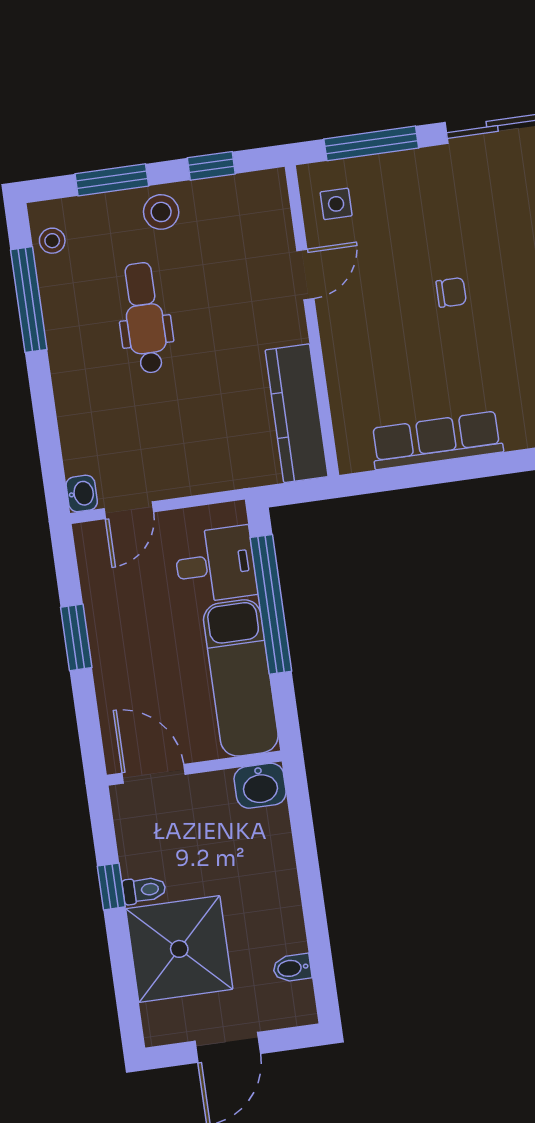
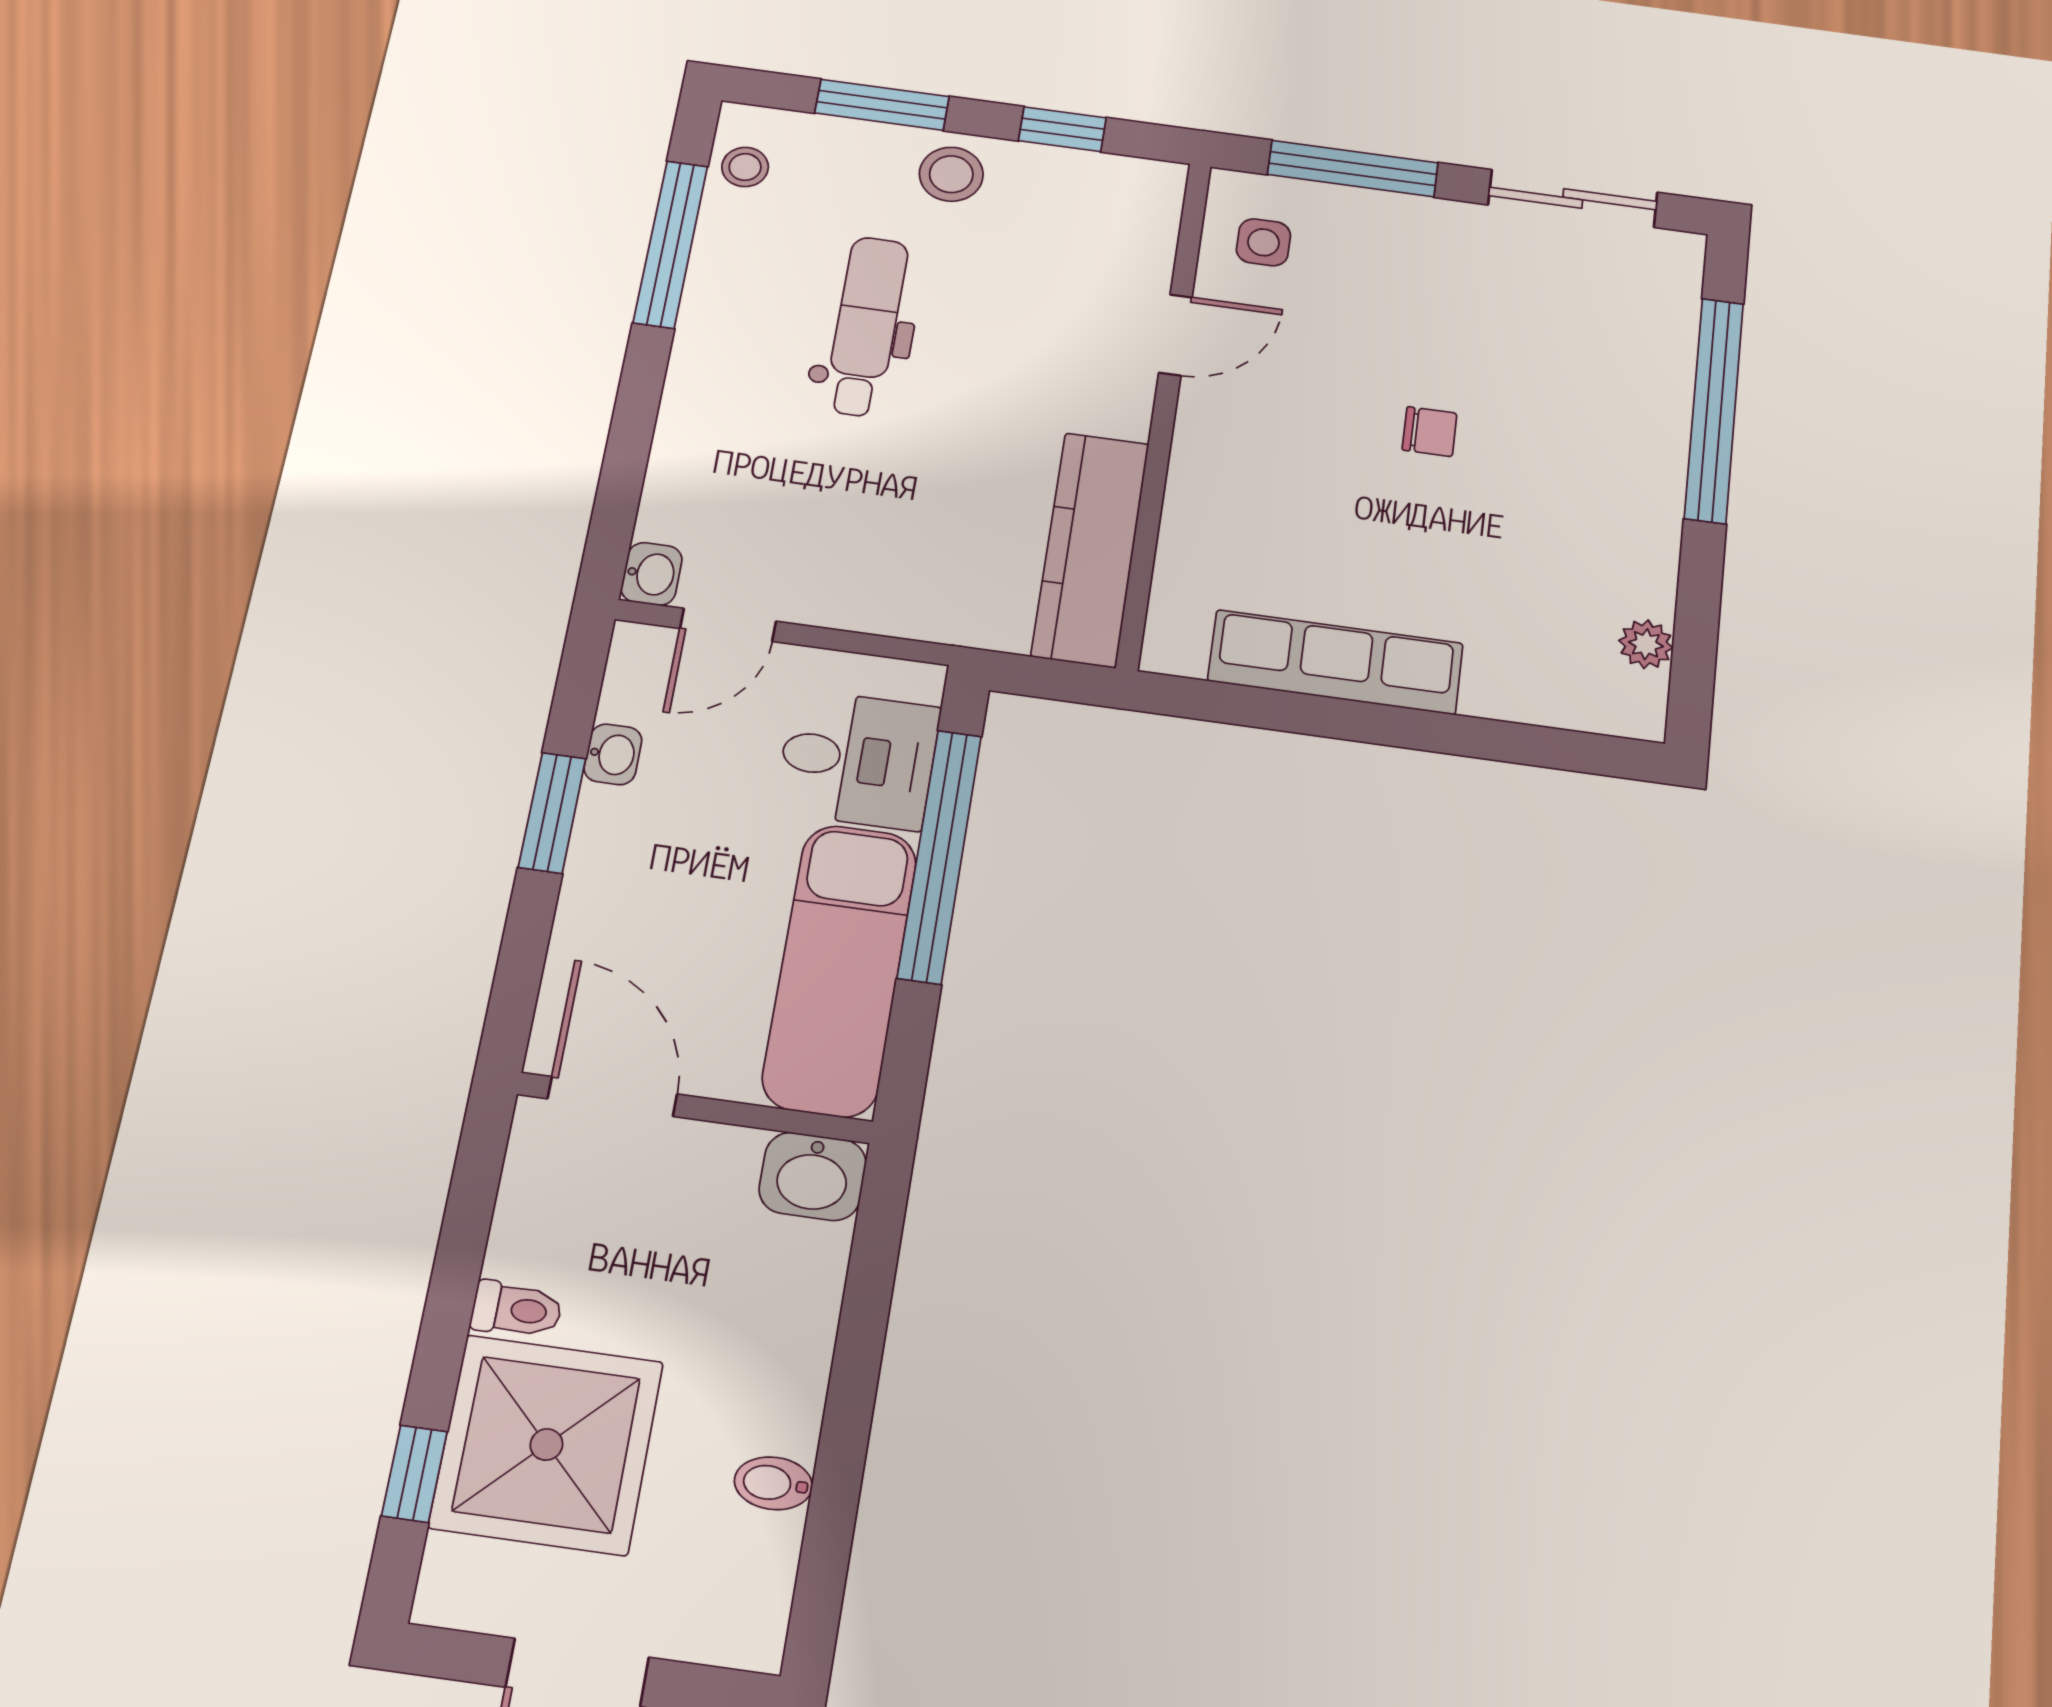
washbasin: (95, 598) -> (613, 754), added
window: (111, 886) -> (414, 1474), moved
bidet: (292, 968) -> (773, 1483), moved

